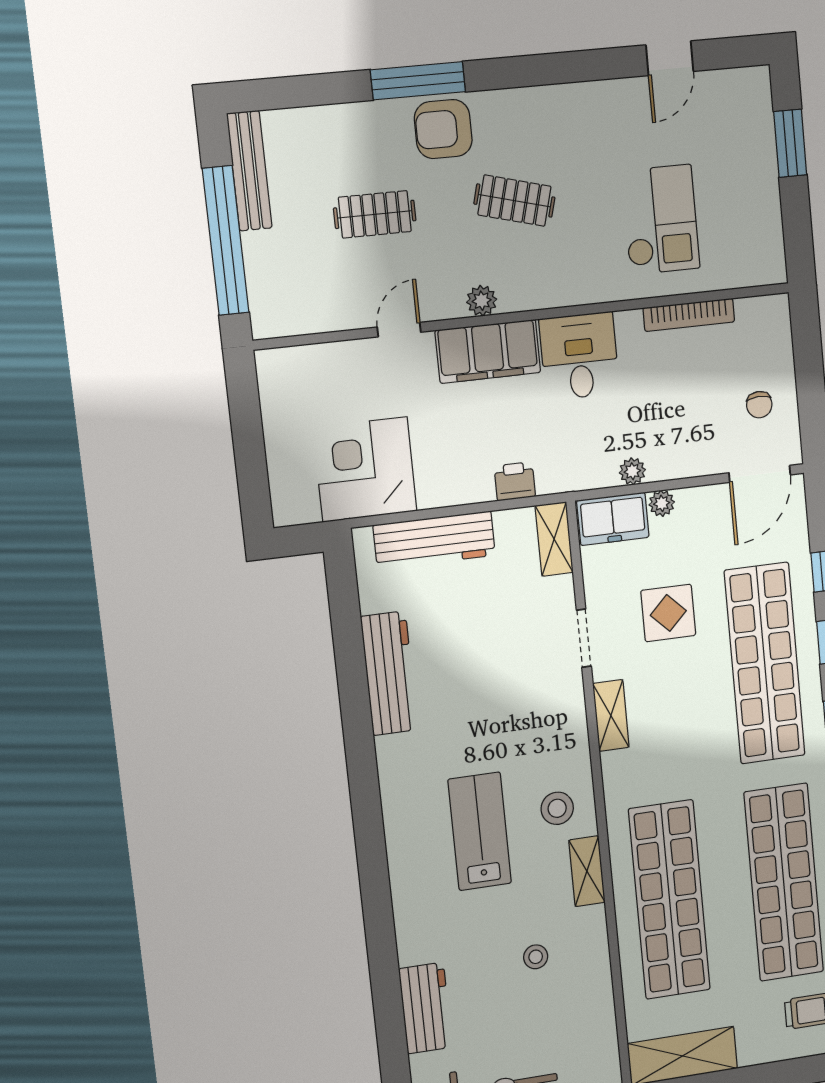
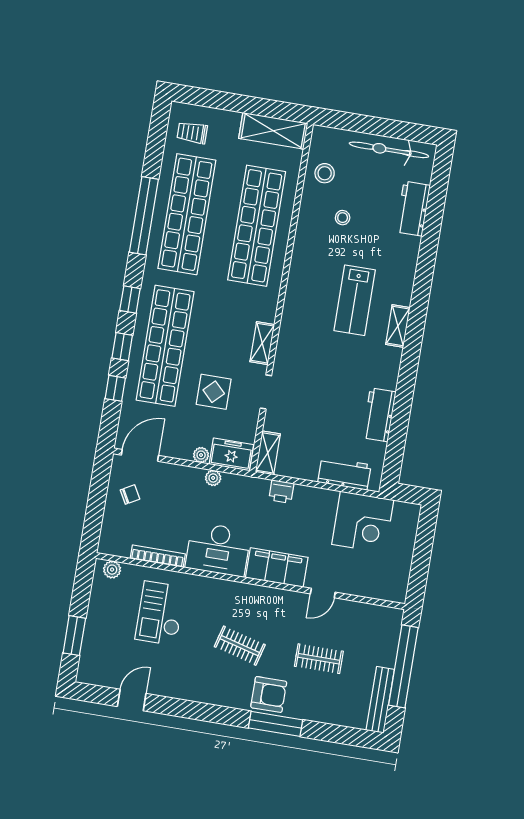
plant: (482, 301) -> (112, 570), moved
desk: (579, 356) -> (218, 549), width x1.37
chair: (759, 405) -> (130, 494), turned 63
workbench: (434, 540) -> (344, 474), width x0.73
workbench: (389, 673) -> (379, 415), width x0.73
stool: (557, 808) -> (325, 173), moved
shelving: (587, 871) -> (398, 326), moved

